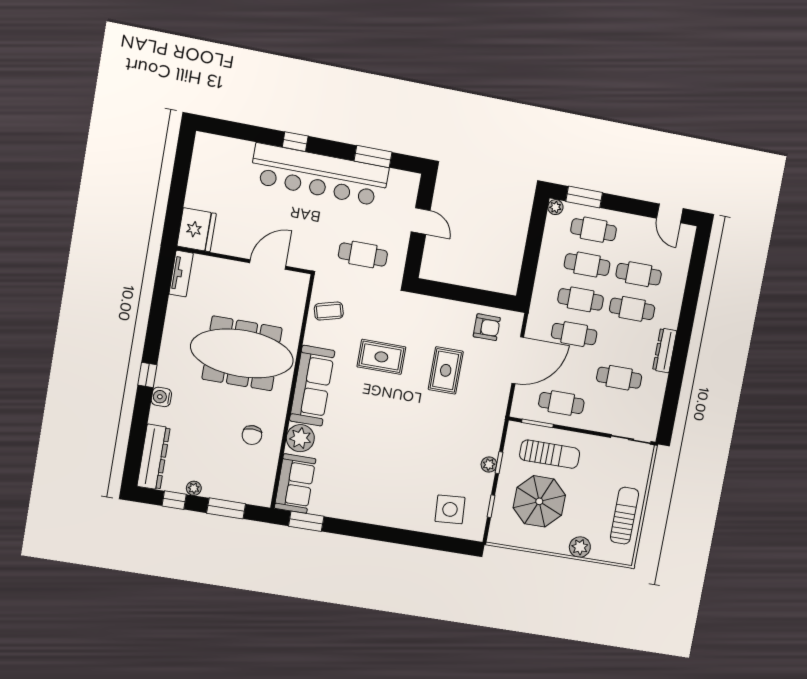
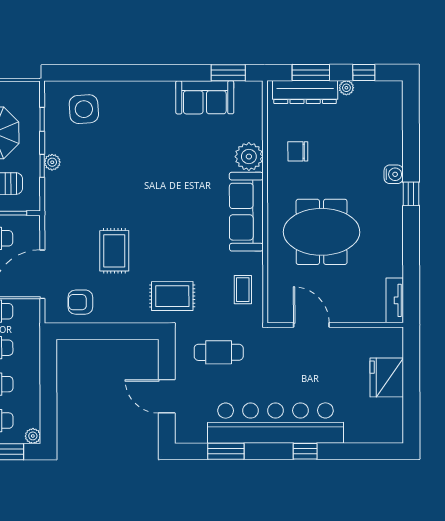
door: (421, 221) -> (167, 396), width x1.38
fridge: (197, 230) -> (387, 377), moved
door: (268, 265) -> (311, 325), swing flipped
coffee table: (329, 311) -> (243, 290), turned -75
meeting table: (242, 353) -> (322, 232), width x0.73
rug: (381, 357) -> (172, 296), moved
chair: (252, 435) -> (298, 151), turned -90
dresser: (154, 457) -> (305, 92), moved, turned -90
sofa: (295, 484) -> (205, 97), moved, turned -90

